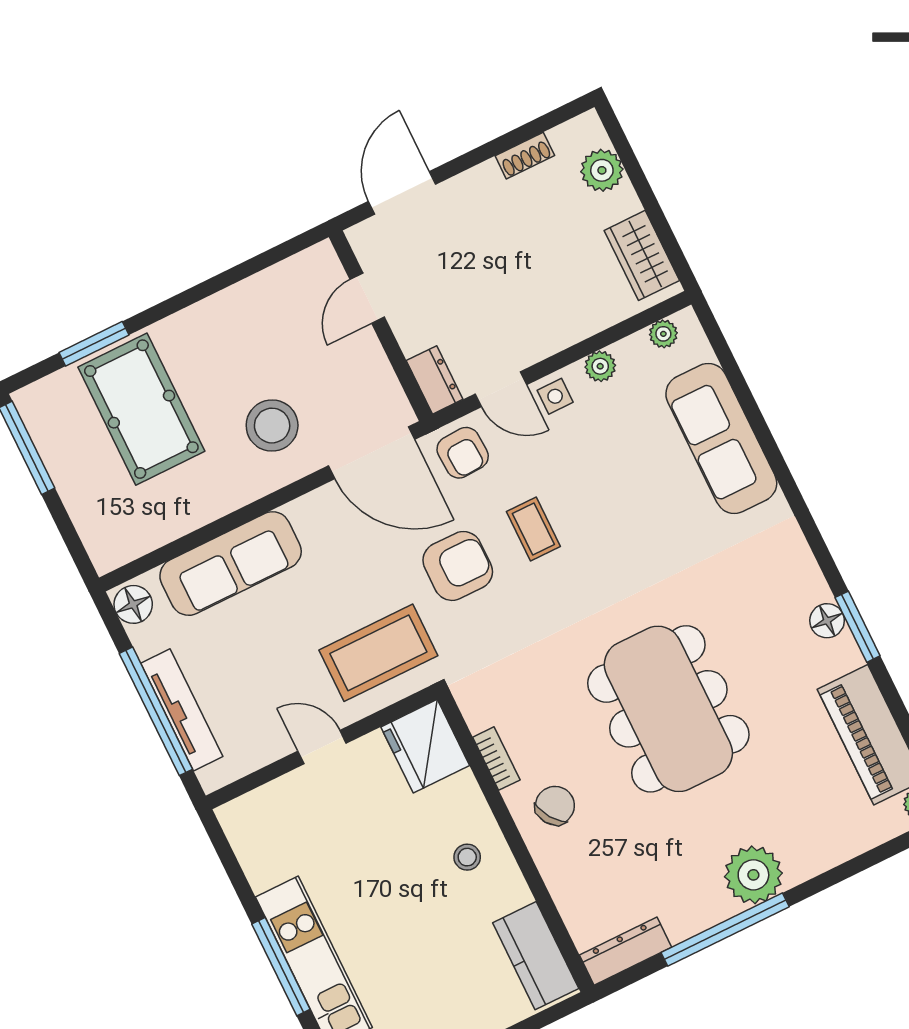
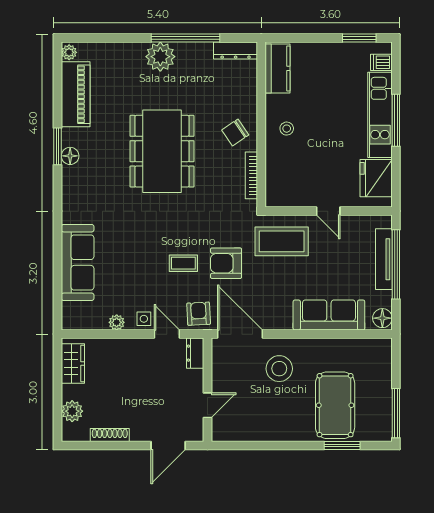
shoe rack: (525, 156) -> (110, 435), width x1.43
plant: (663, 334) -> (81, 323), removed
coffee table: (533, 529) -> (183, 263), turned 90
fridge: (425, 746) -> (376, 178), moved, turned 180
bookcase: (496, 759) -> (251, 175), width x1.56

